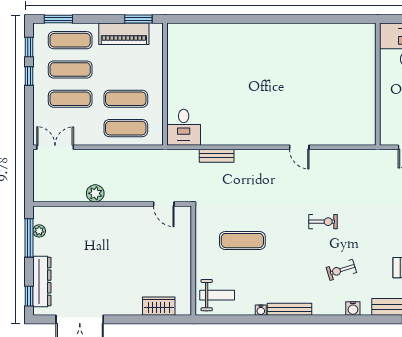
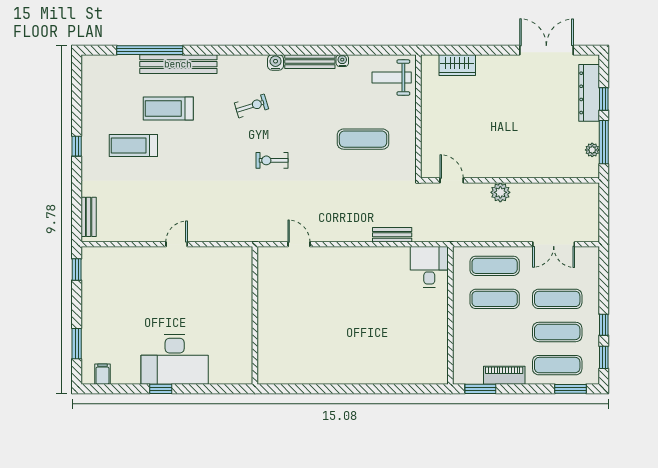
piano: (124, 34) -> (504, 375), width x0.73, depth x0.75
wall: (378, 84) -> (255, 315), moved
double door: (55, 147) -> (554, 244), moved
plant: (95, 193) -> (500, 192), moved
window: (29, 296) -> (604, 99), moved
water cooler: (353, 308) -> (276, 62), moved

